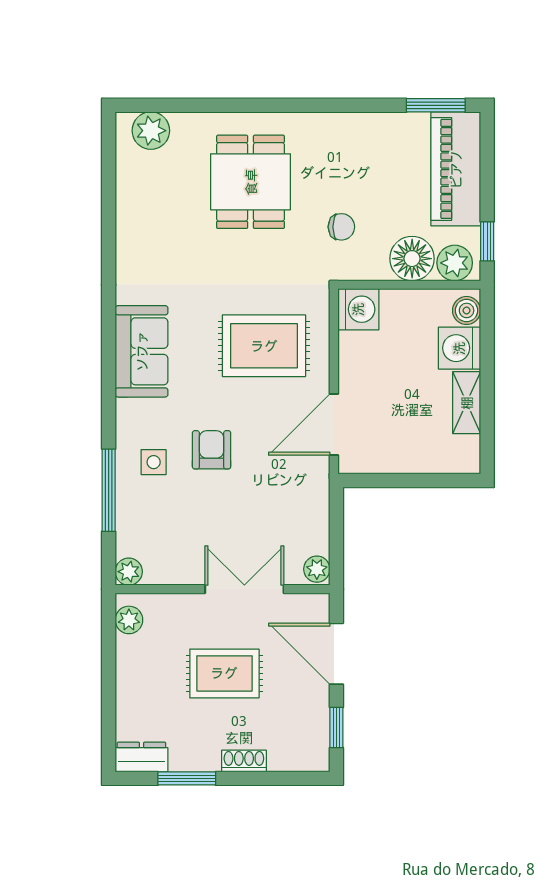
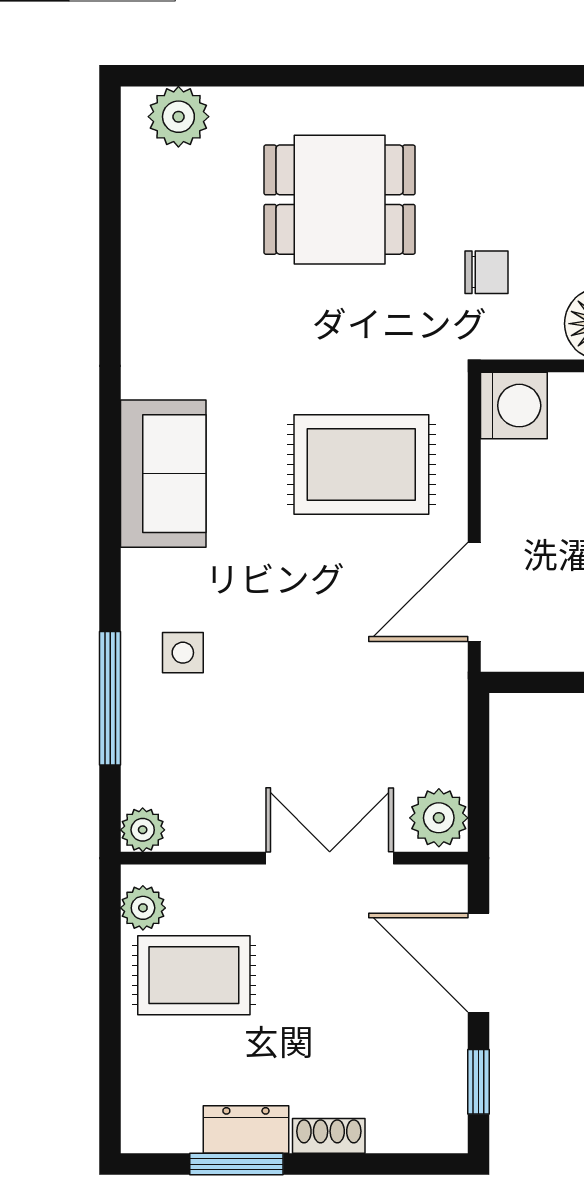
dining table: (251, 182) -> (340, 200), turned 90
armchair: (212, 450) -> (276, 633), removed
plant: (317, 569) -> (439, 818), width x1.38, depth x1.38
rug: (224, 673) -> (194, 975), moved
dresser: (141, 757) -> (246, 1130), moved

